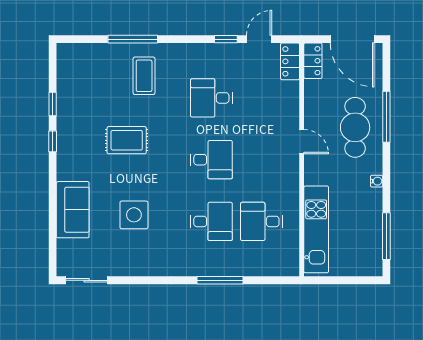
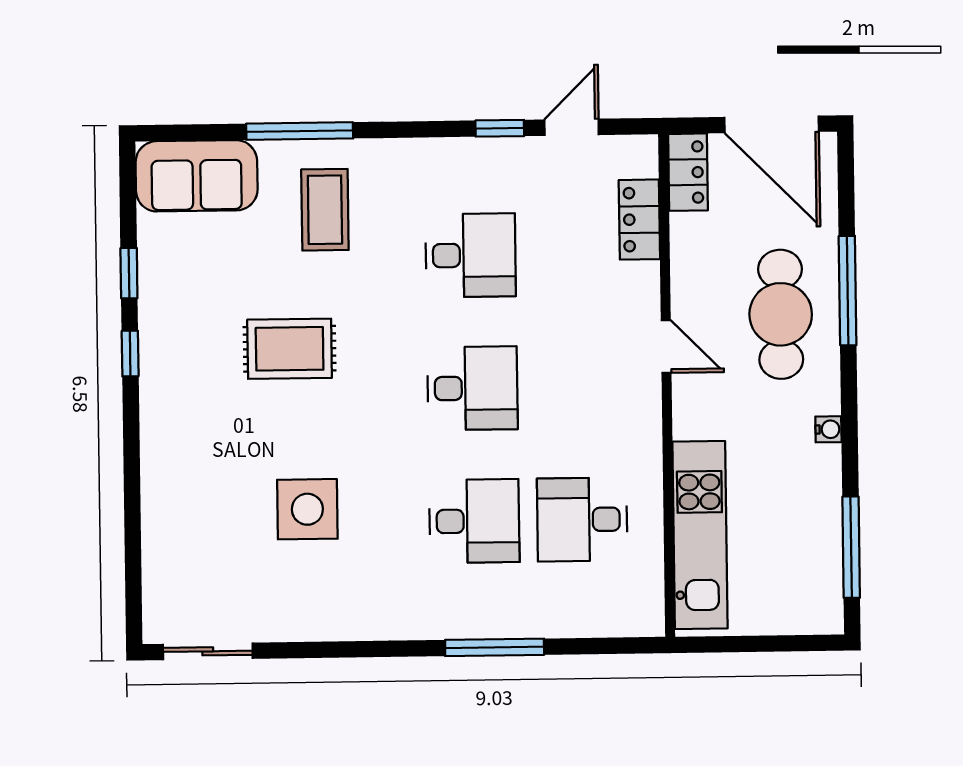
locker: (290, 61) -> (639, 220), moved
desk: (211, 98) -> (471, 255), turned 180
sofa: (73, 210) -> (197, 176), moved, turned 90

